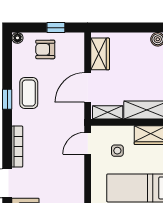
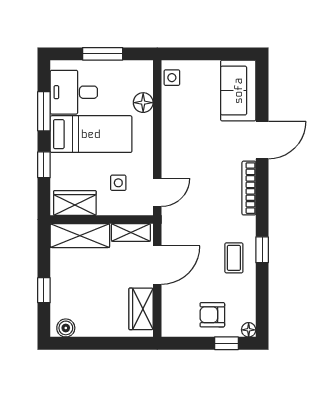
window: (56, 28) -> (226, 343), moved
armchair: (45, 49) -> (212, 315), turned 180
coffee table: (29, 93) -> (234, 258), width x0.73, depth x0.77

